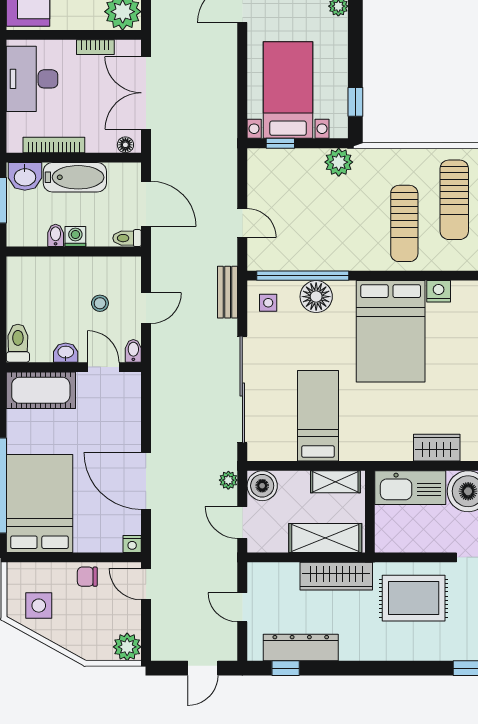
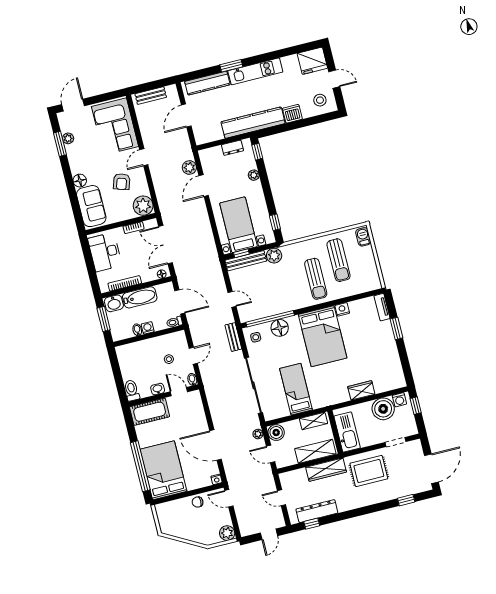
bench: (285, 159) -> (246, 261), added
kitchen sink: (410, 488) -> (347, 432), moved, turned -90
side table: (39, 606) -> (176, 523), removed

